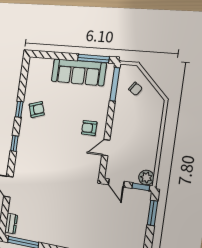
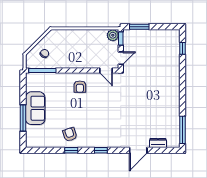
window: (93, 59) -> (23, 118), moved
sofa: (79, 72) -> (35, 108), width x0.73
door: (106, 148) -> (106, 71), moved
dresser: (11, 224) -> (158, 143), moved

